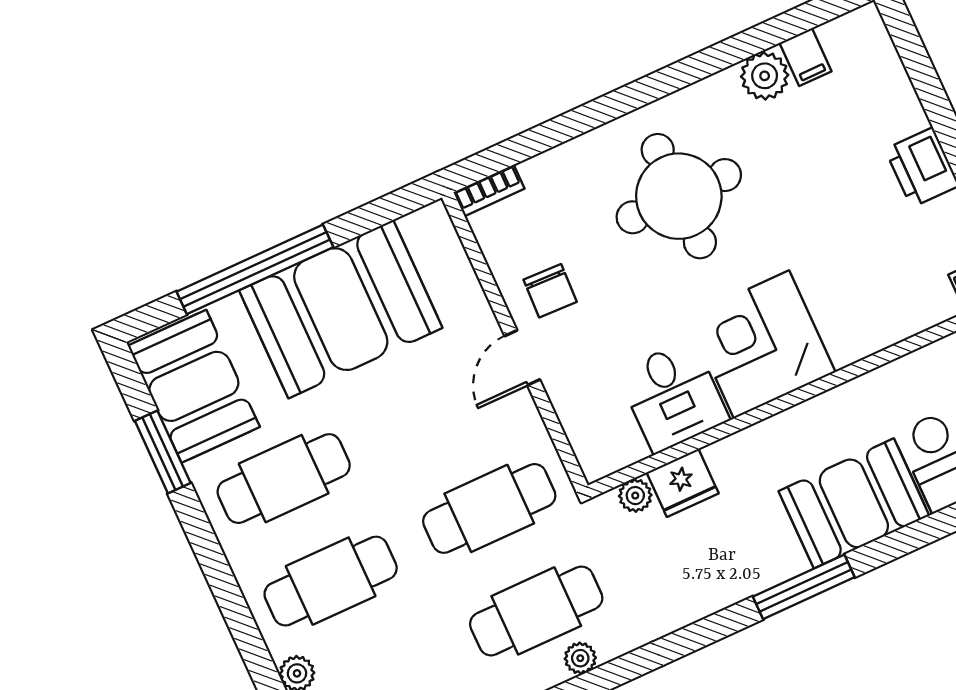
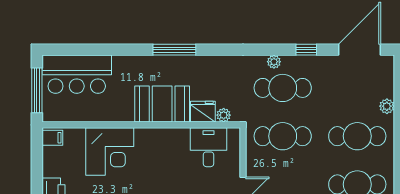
corner desk: (762, 344) -> (110, 151), moved
desk: (673, 396) -> (209, 147), moved
booth: (854, 503) -> (162, 104), moved

